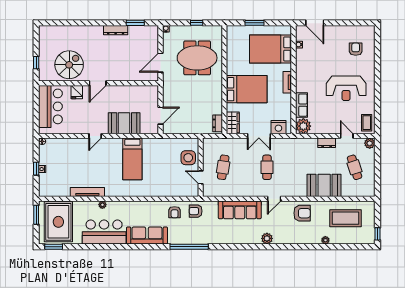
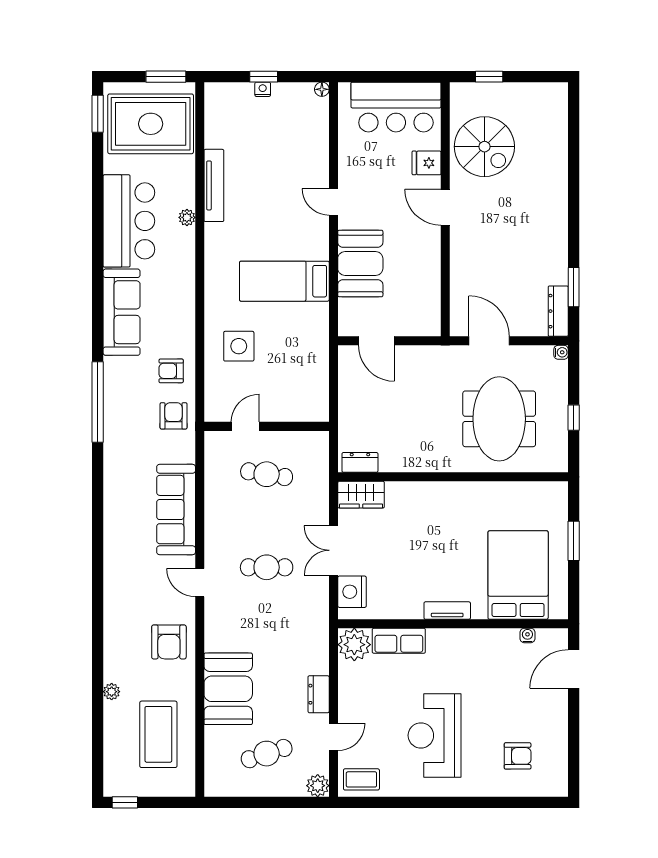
dresser: (116, 30) -> (558, 311), moved
bed: (247, 89) -> (433, 524), removed
side table: (188, 158) -> (239, 346), moved
plant: (267, 238) -> (115, 567), removed

